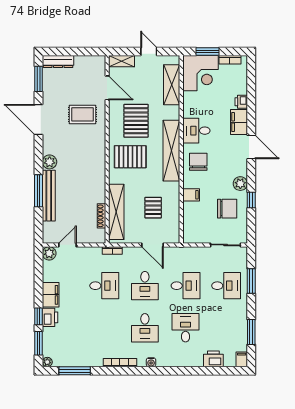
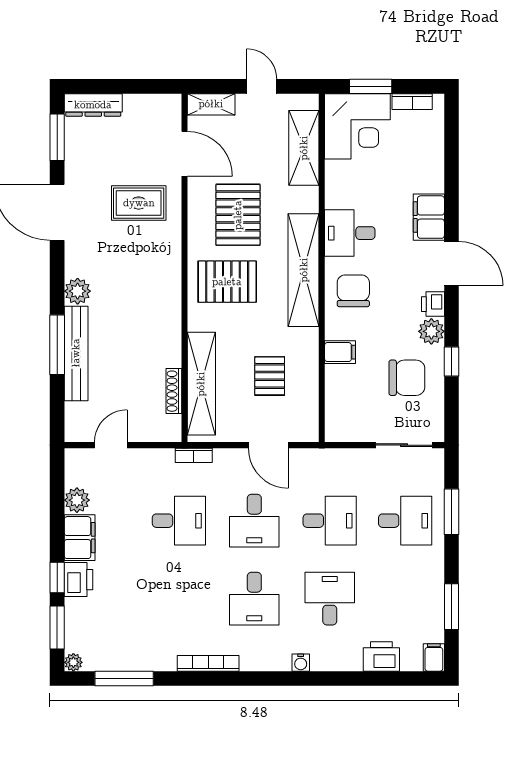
printer: (241, 102) -> (433, 304), moved
plant: (49, 253) -> (77, 500), moved
water cooler: (151, 362) -> (301, 663), moved

